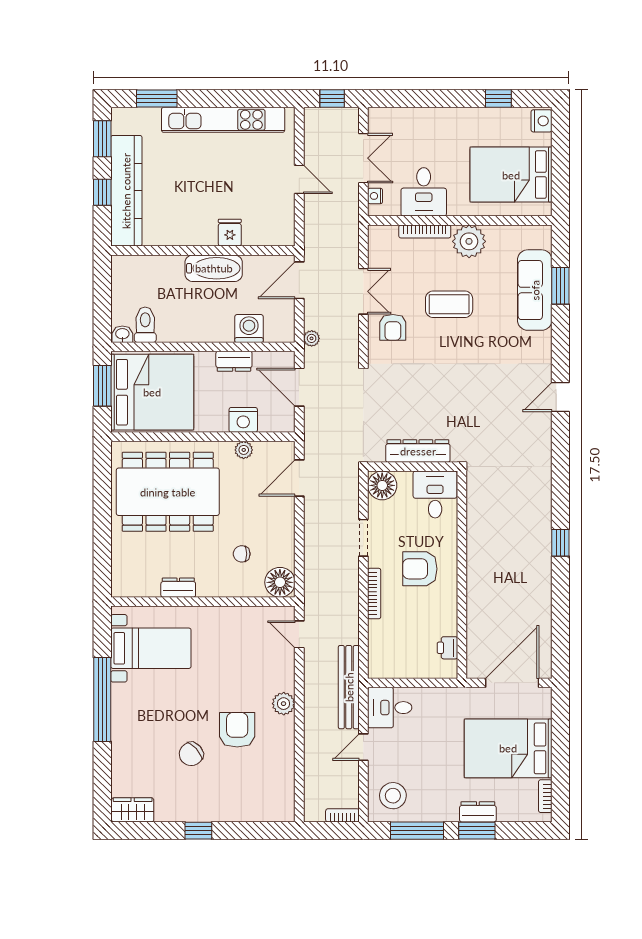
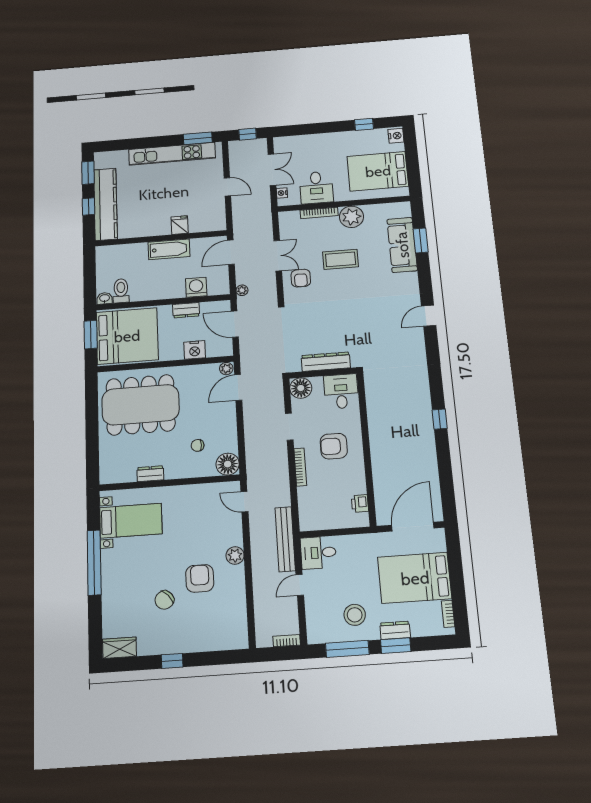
window: (157, 98) -> (198, 138), moved
plant: (244, 450) -> (226, 369), moved
stool: (393, 796) -> (355, 615), moved

